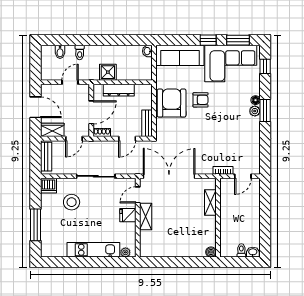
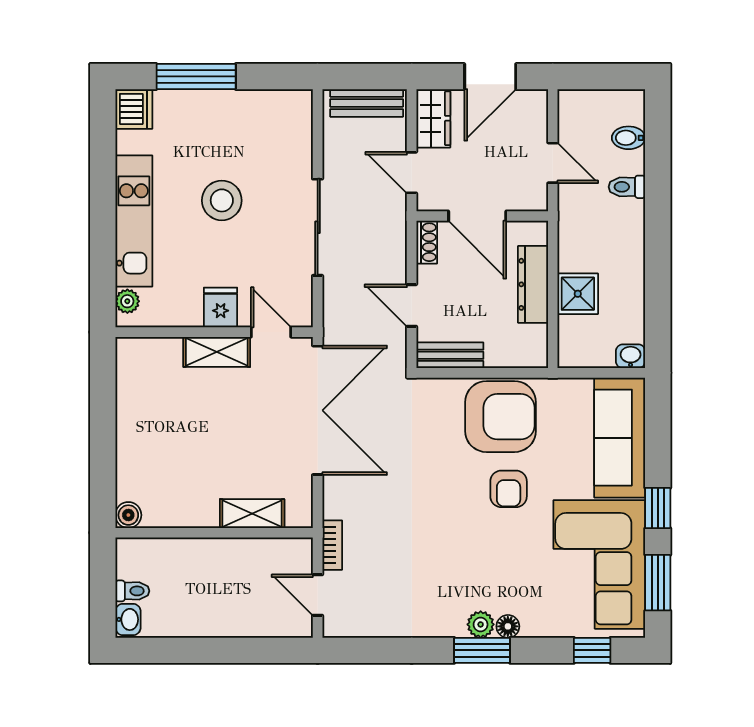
shower: (108, 72) -> (578, 294), moved
dishwasher: (48, 186) -> (134, 109), moved, turned 180
stool: (72, 202) -> (222, 200), moved

